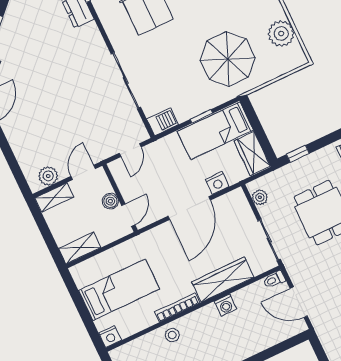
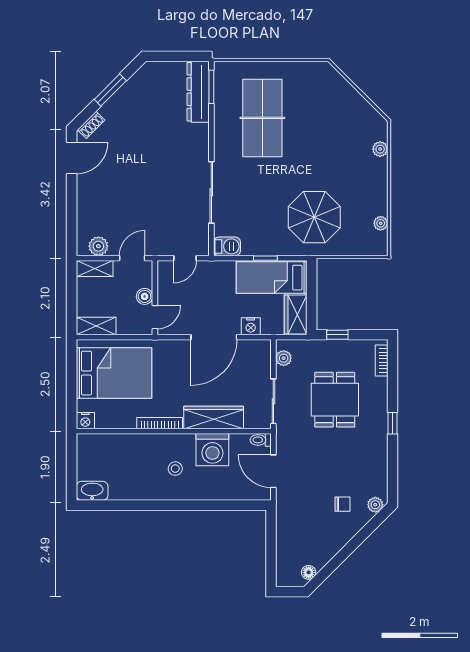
plant: (281, 34) -> (381, 223), width x0.53, depth x0.53
bed: (119, 290) -> (114, 373), width x1.50
washing machine: (225, 305) -> (212, 450), width x1.89, depth x1.89
stool: (172, 335) -> (175, 469), moved

